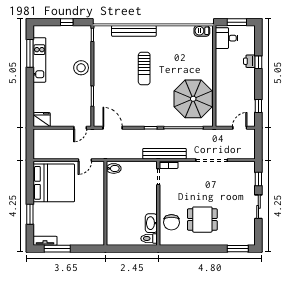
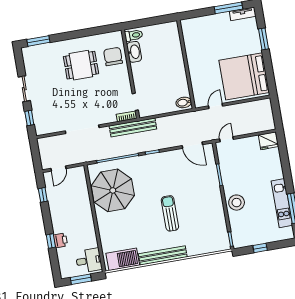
bench: (134, 31) -> (163, 255), moved
barbecue: (202, 31) -> (123, 259), width x1.88, depth x1.53

